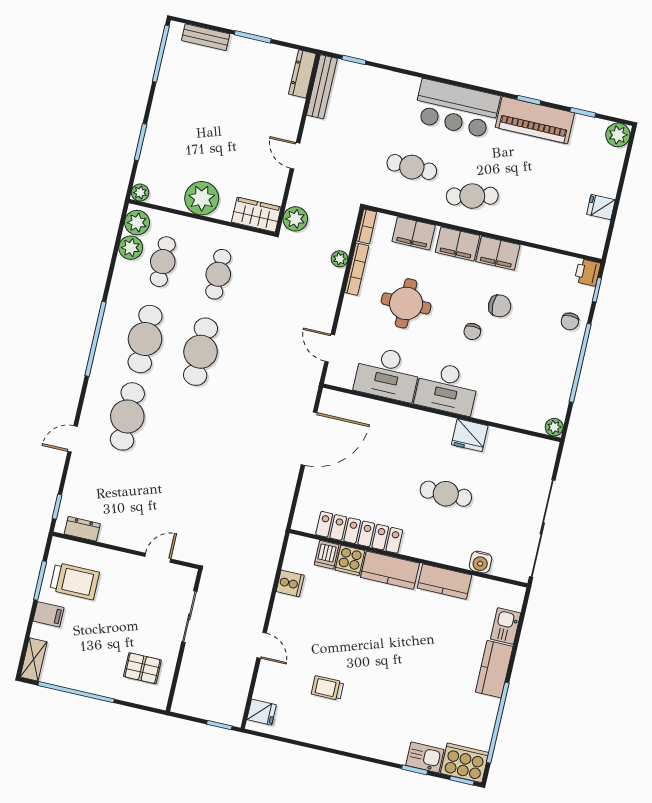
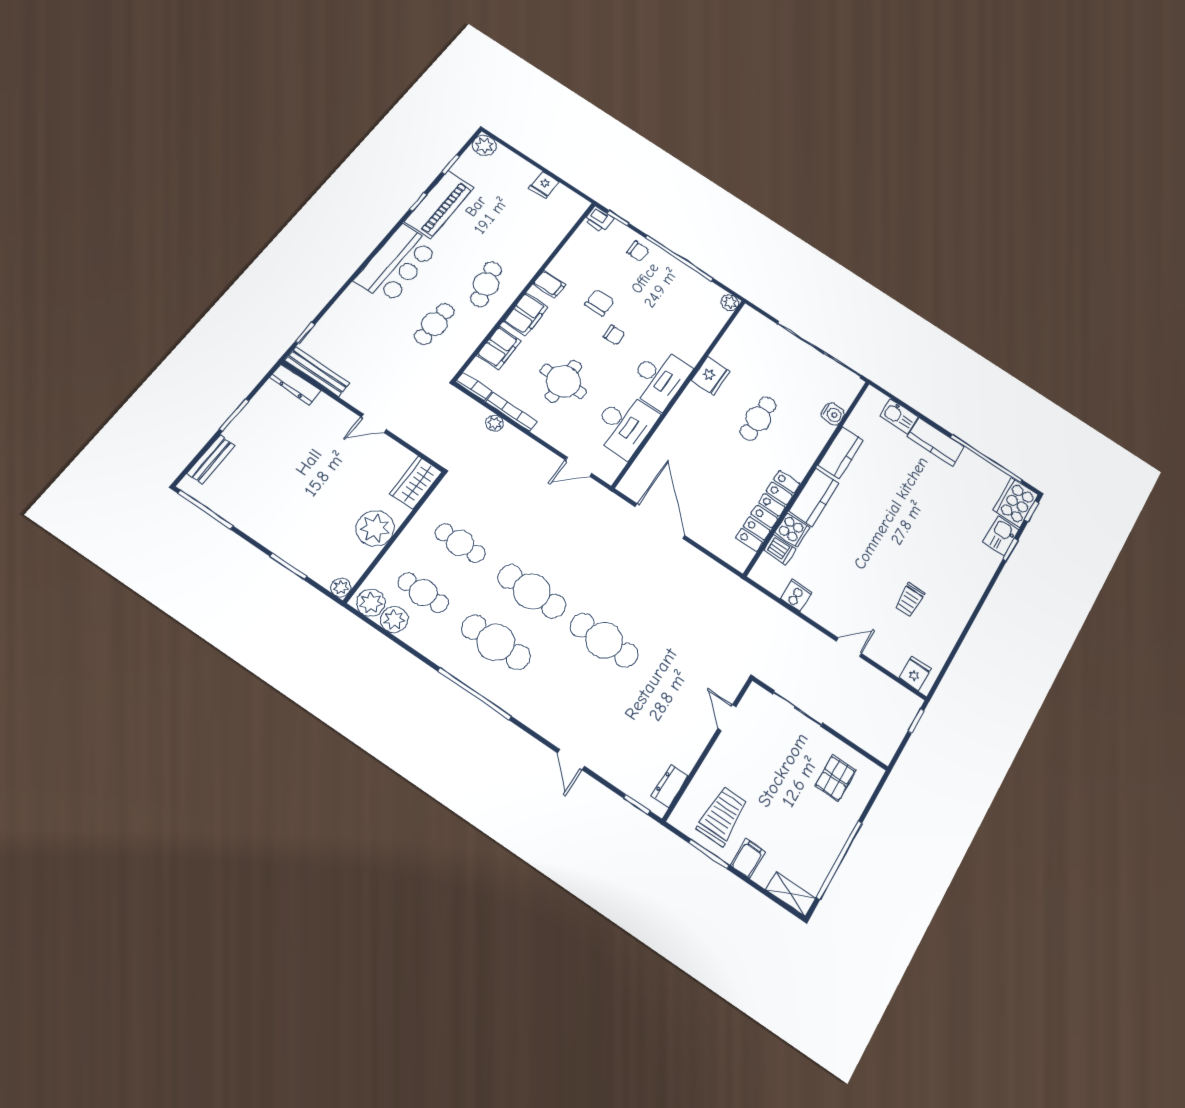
plant: (295, 219) -> (437, 448), removed
filing cabinet: (498, 253) -> (549, 284), width x0.50
cafe table: (127, 416) -> (604, 640), moved

